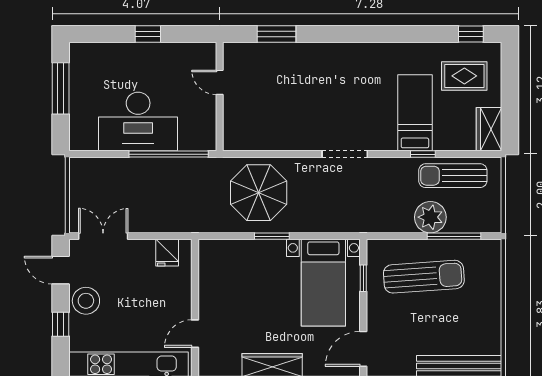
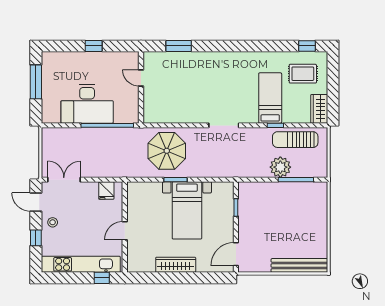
sun lounger: (424, 277) -> (276, 206), removed
bed with nightstands: (323, 283) -> (187, 210), moved
stool: (86, 301) -> (53, 222), width x0.53, depth x0.53
door: (195, 334) -> (125, 231), moved

